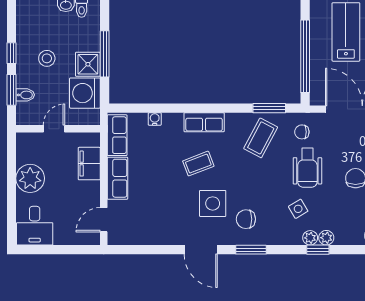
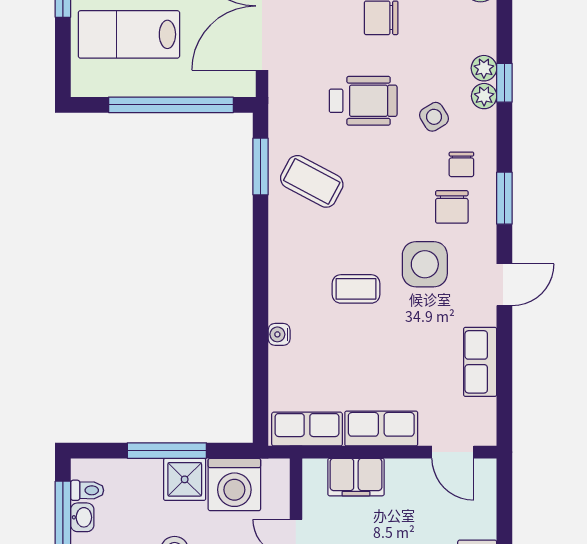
water cooler: (155, 119) -> (279, 334), moved
row of seats: (204, 122) -> (480, 362), moved, turned 180
chair: (302, 132) -> (461, 164), moved
coffee table: (198, 164) -> (356, 289), turned -69
door: (201, 250) -> (504, 285), width x0.73

